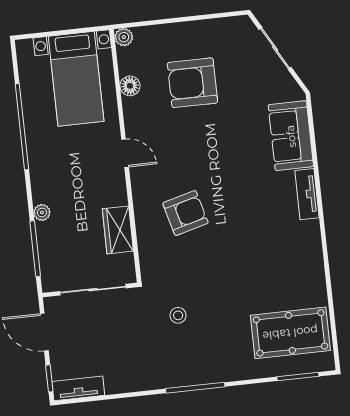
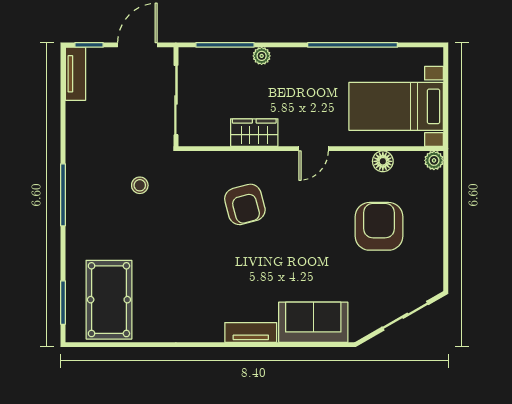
wardrobe: (118, 230) -> (254, 133), moved

